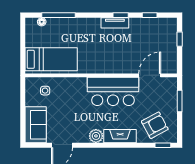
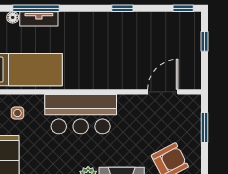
window: (150, 15) -> (183, 8), moved
tv unit: (115, 23) -> (39, 19), moved
bar counter: (113, 91) -> (81, 114), moved

